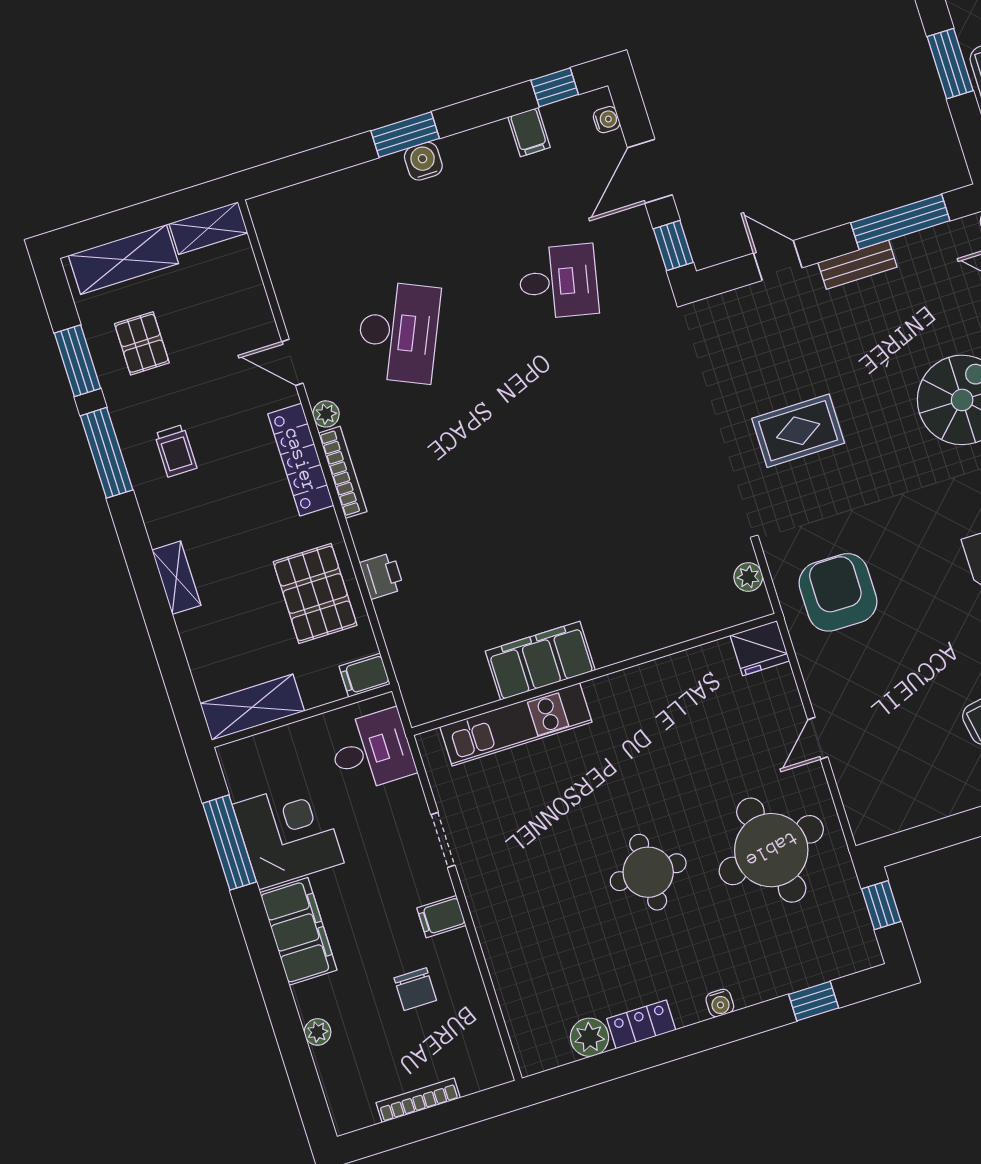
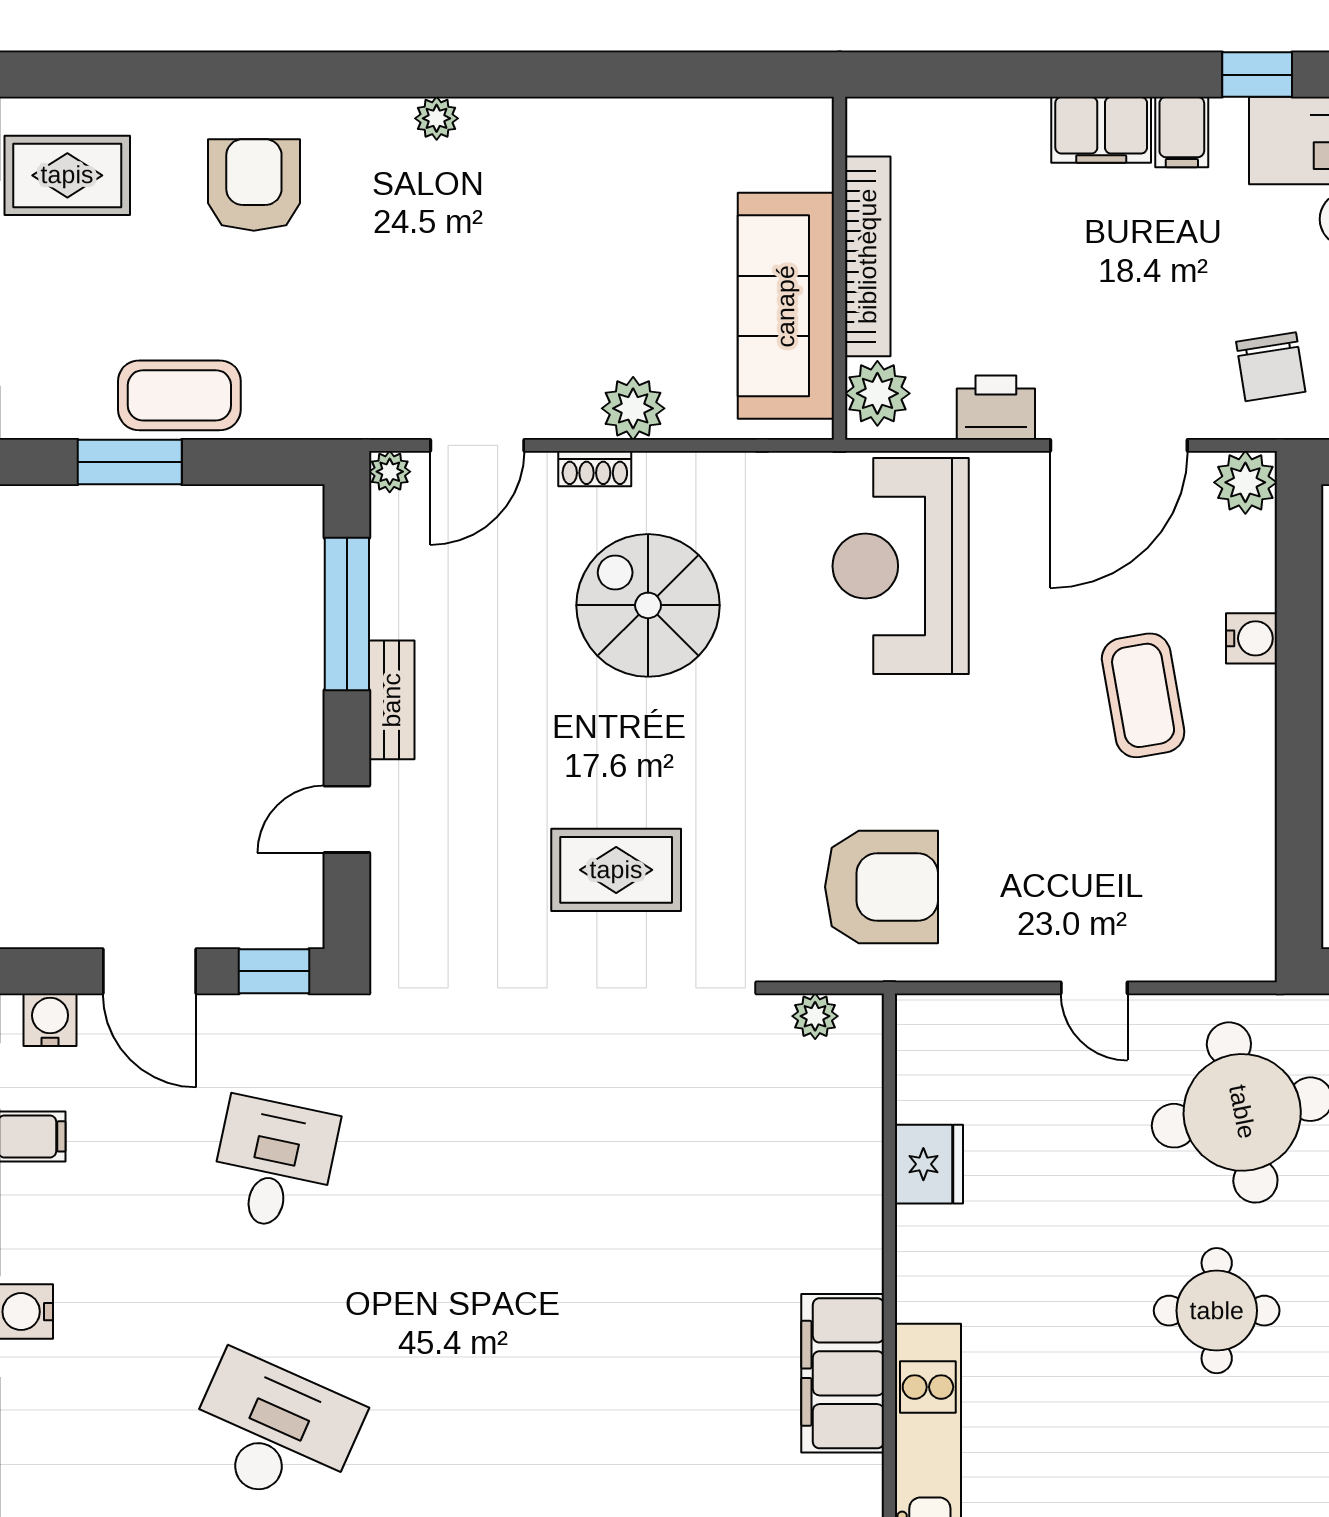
water cooler: (607, 120) -> (50, 1020), width x1.38, depth x1.38
rug: (798, 431) -> (616, 870), turned 90
armchair: (838, 592) -> (882, 887), turned 180
fridge: (760, 648) -> (929, 1164), moved

